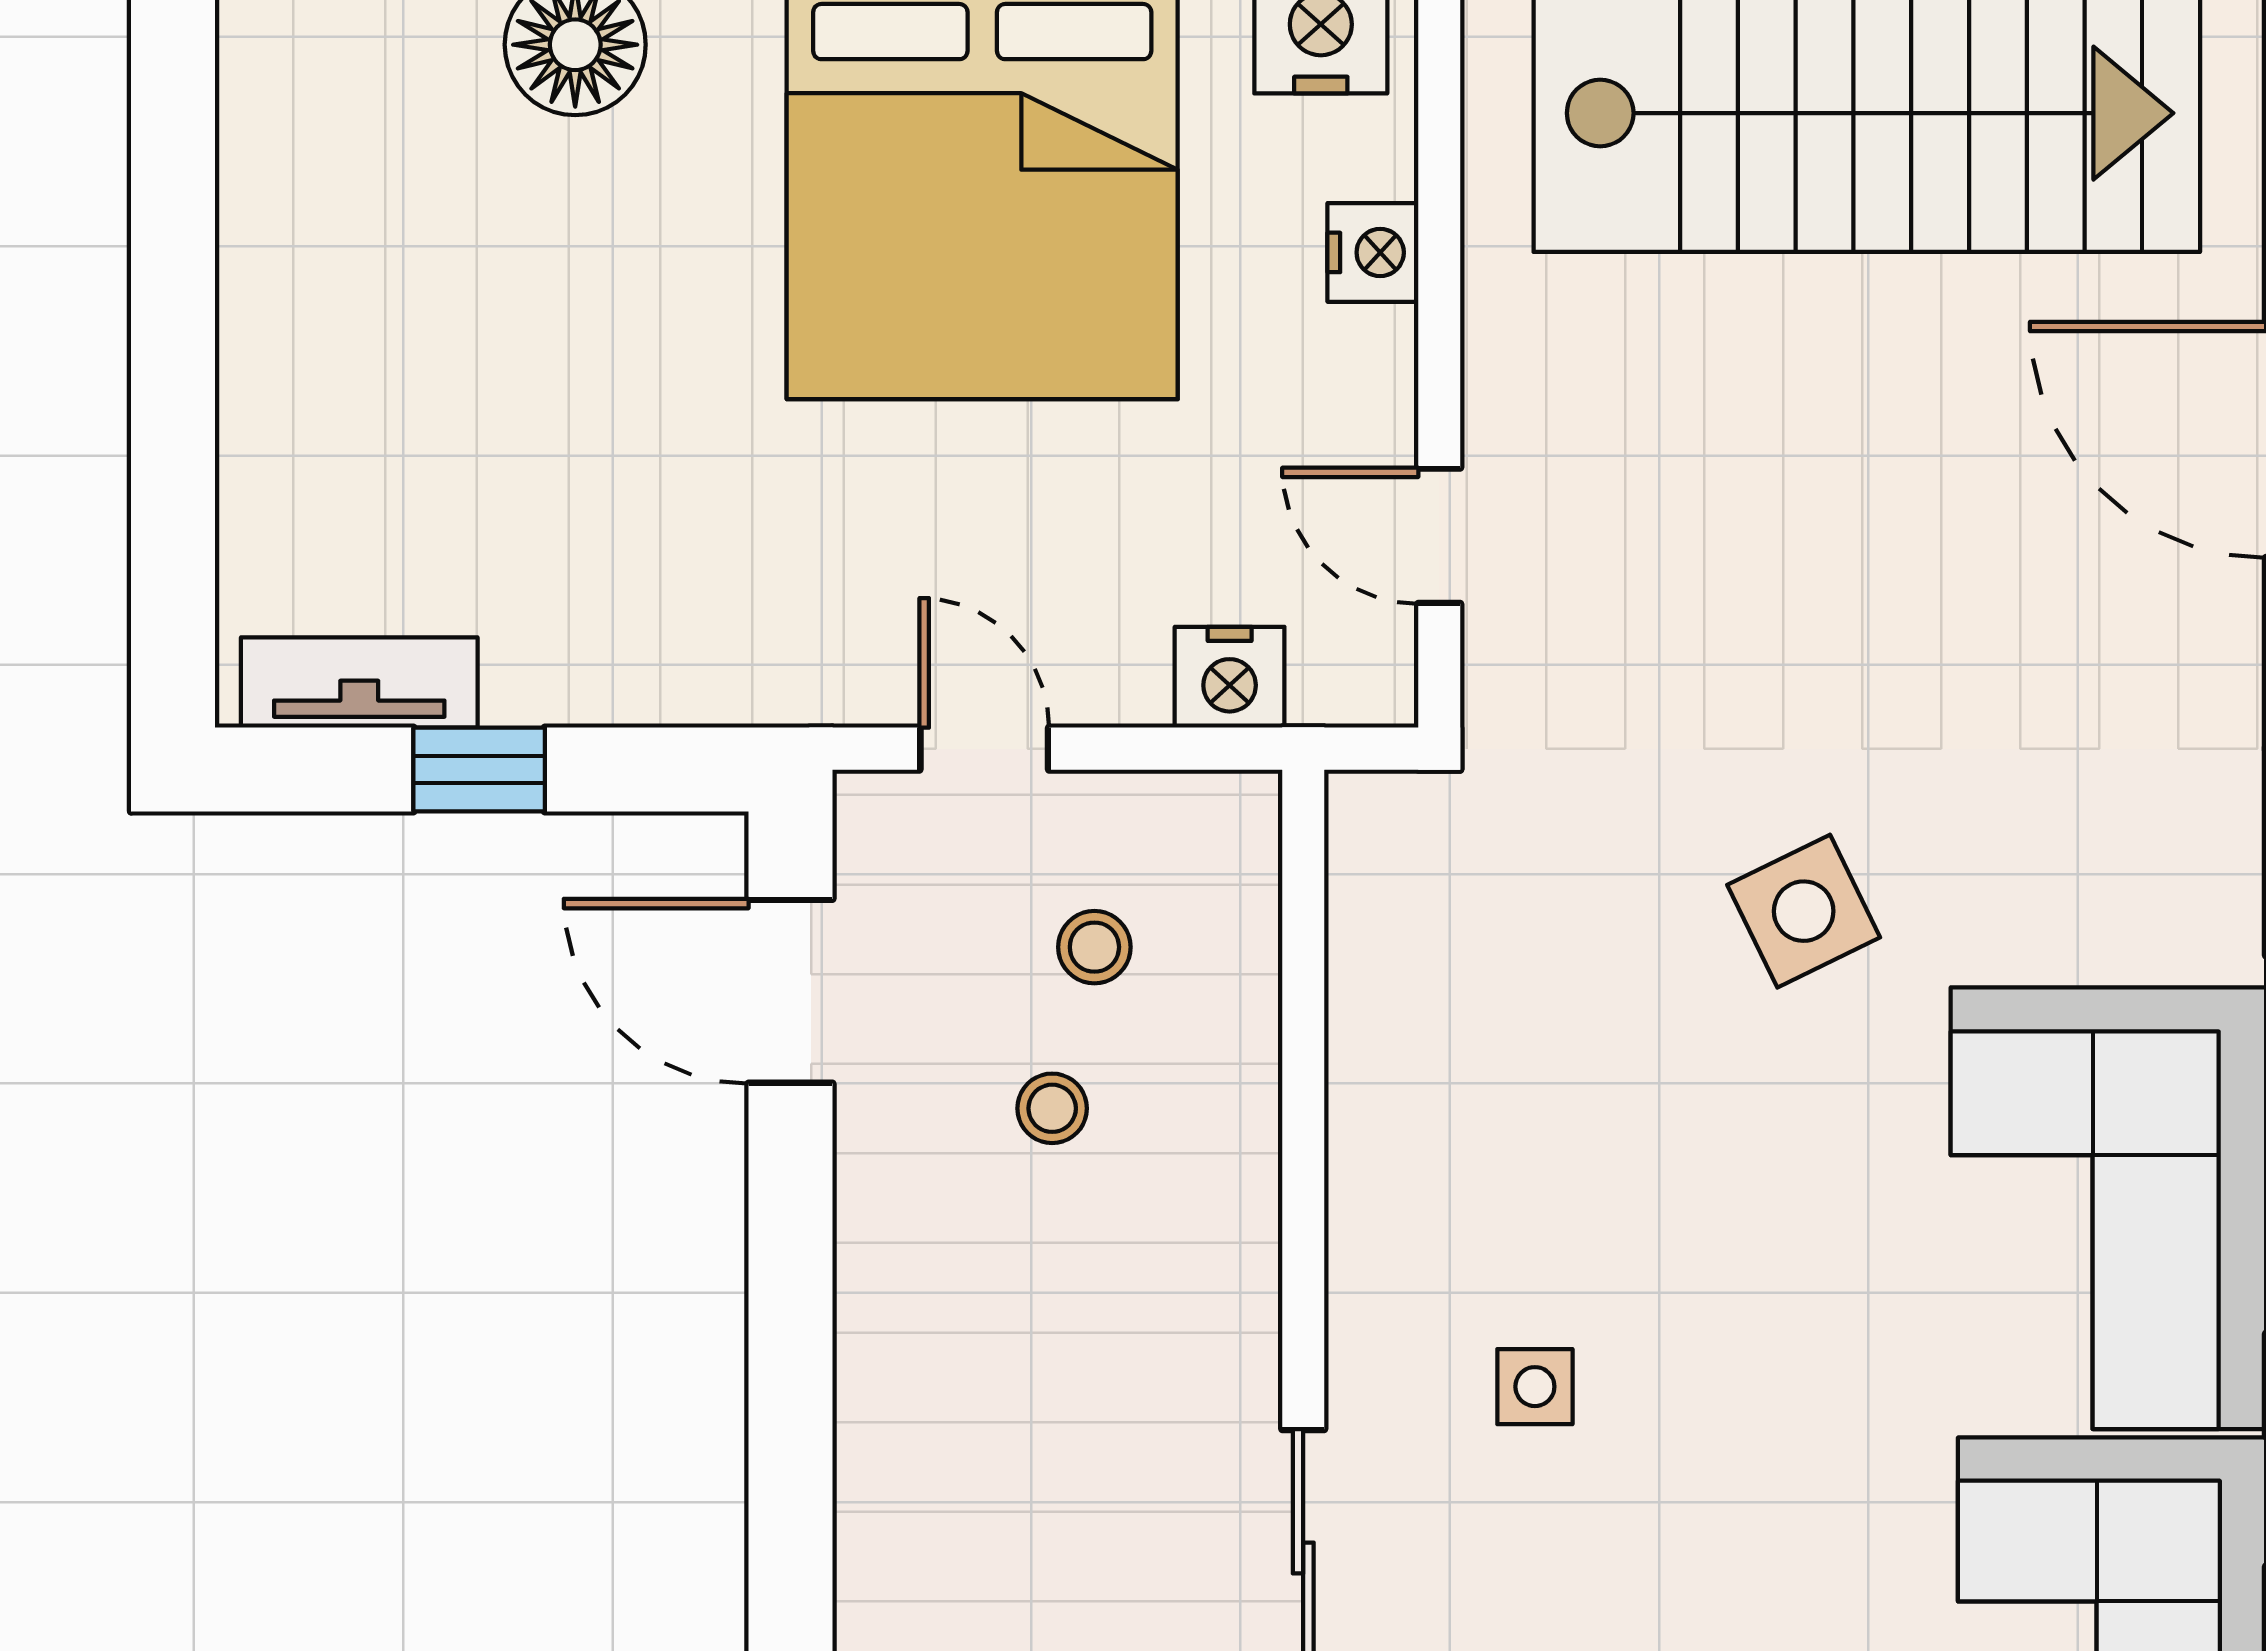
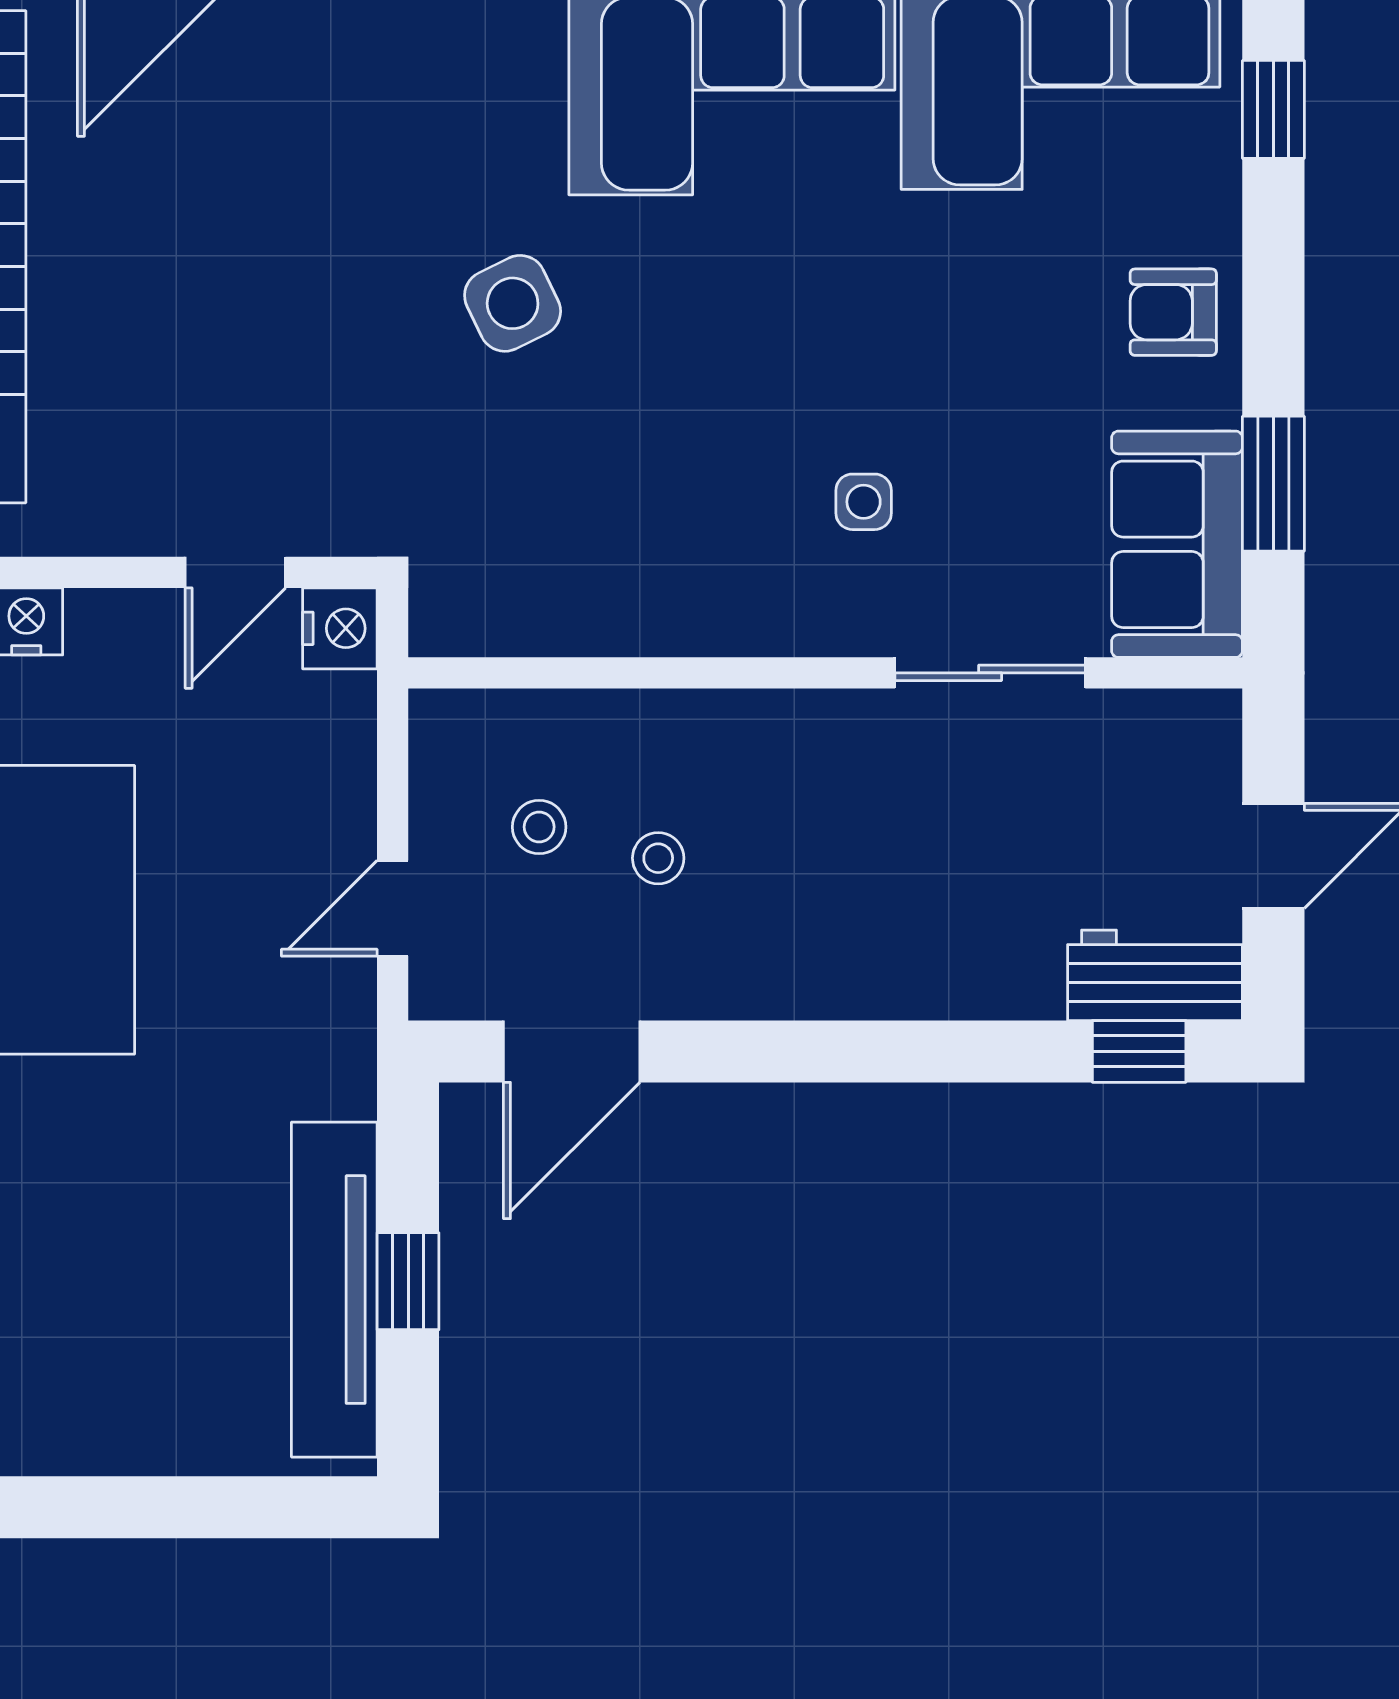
nightstand: (1230, 677) -> (340, 628), moved
tv unit: (359, 683) -> (334, 1290), width x1.92, depth x1.29

